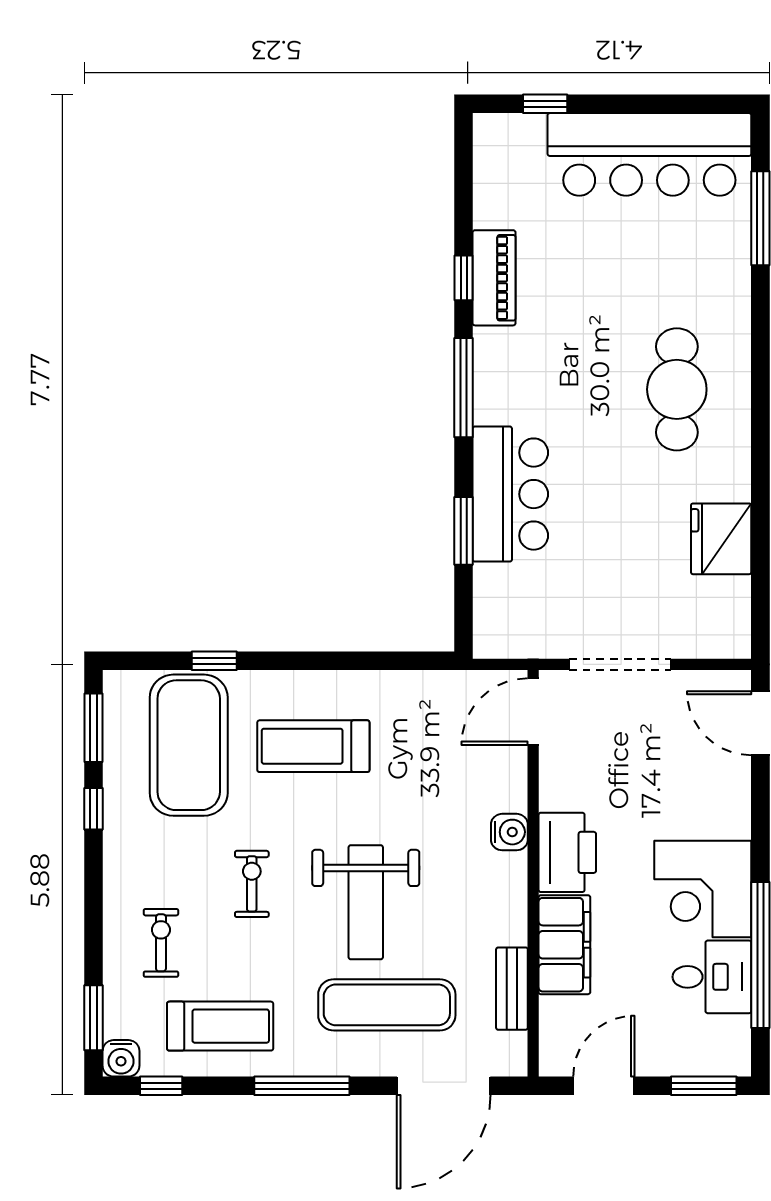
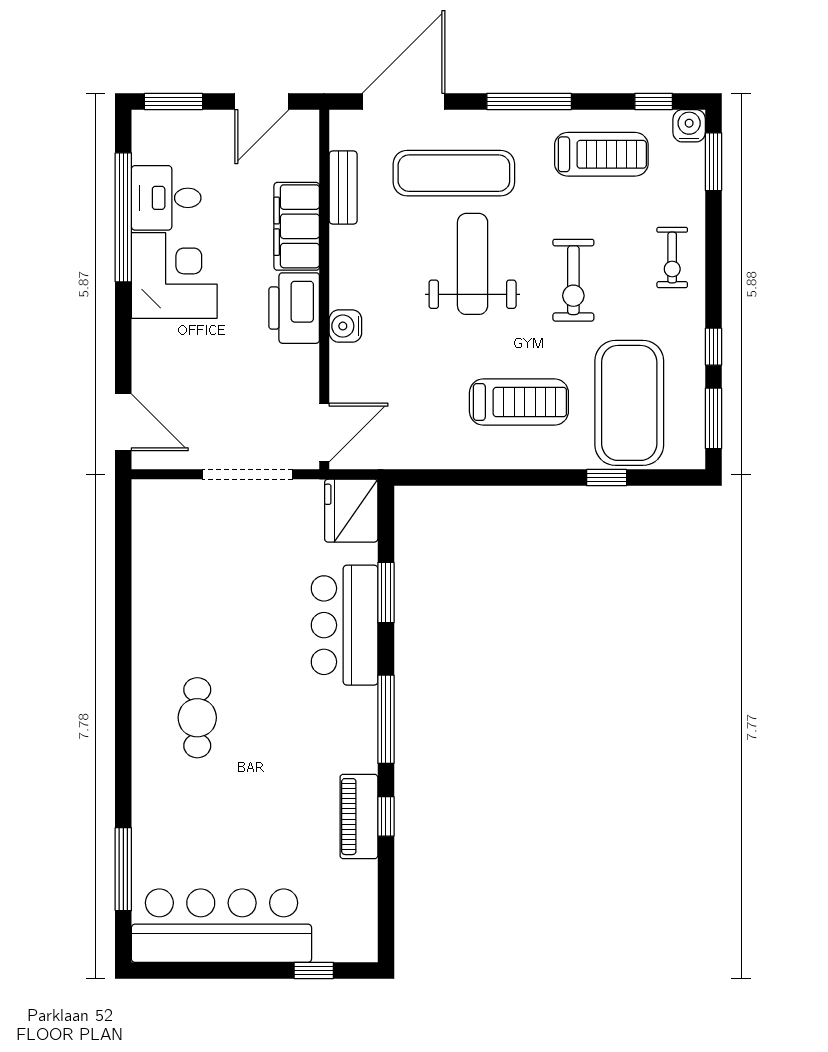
cafe table: (677, 389) -> (197, 718), width x0.73, depth x0.74
fridge: (721, 539) -> (351, 511), moved, turned 180
exercise bike: (252, 884) -> (573, 280), width x1.38, depth x1.39
exercise bike: (161, 943) -> (672, 258), moved
treadmill: (220, 1026) -> (601, 154), turned 180

